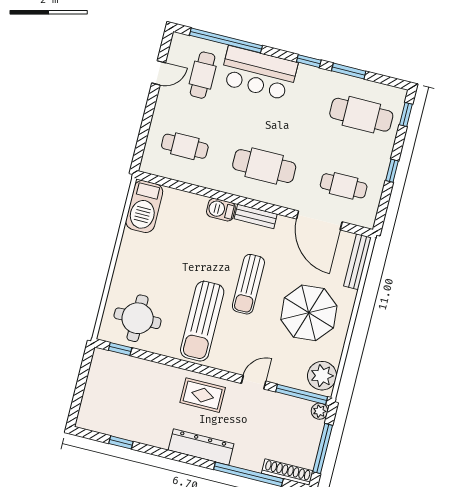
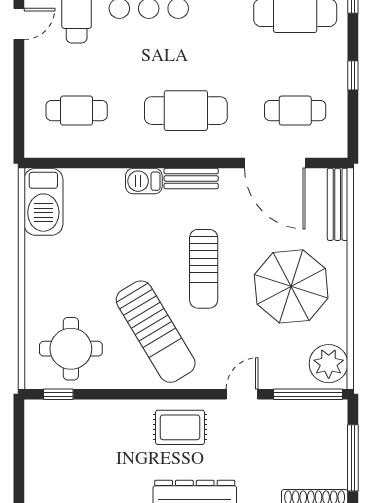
sun lounger: (202, 321) -> (156, 332), turned -31
plant: (320, 411) -> (337, 410), removed

